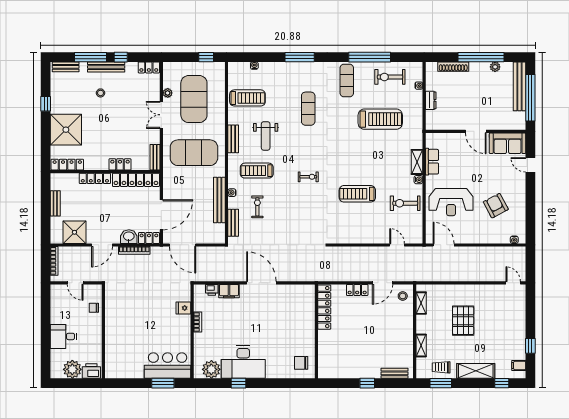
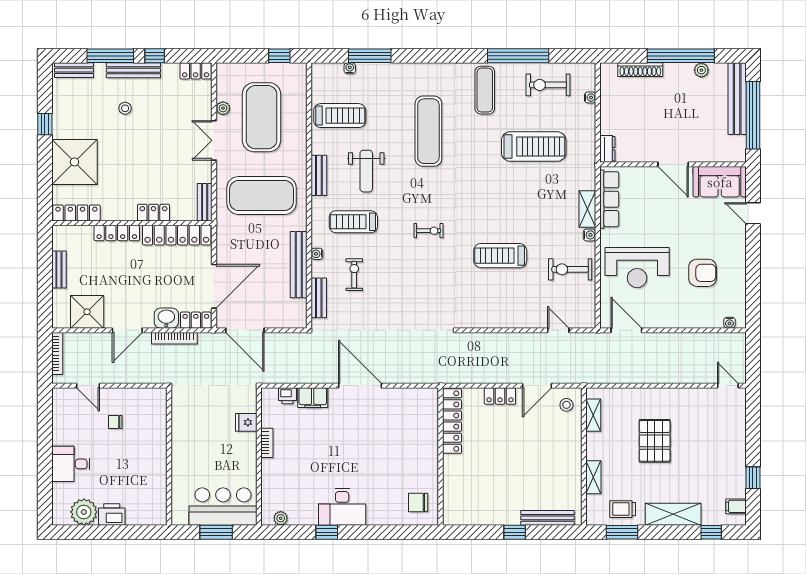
window: (300, 57) -> (370, 56), moved
dresser: (431, 100) -> (607, 149), moved
exercise mat: (308, 109) -> (428, 131), width x1.36, depth x1.45
row of seats: (432, 162) -> (609, 199), width x1.48
armchair: (496, 206) -> (703, 273), turned 118
wall: (103, 331) -> (169, 457), moved
desk: (243, 362) -> (342, 507), width x0.73, depth x0.77
plant: (211, 369) -> (281, 518), width x0.53, depth x0.53
bench: (395, 373) -> (548, 518), width x1.36

